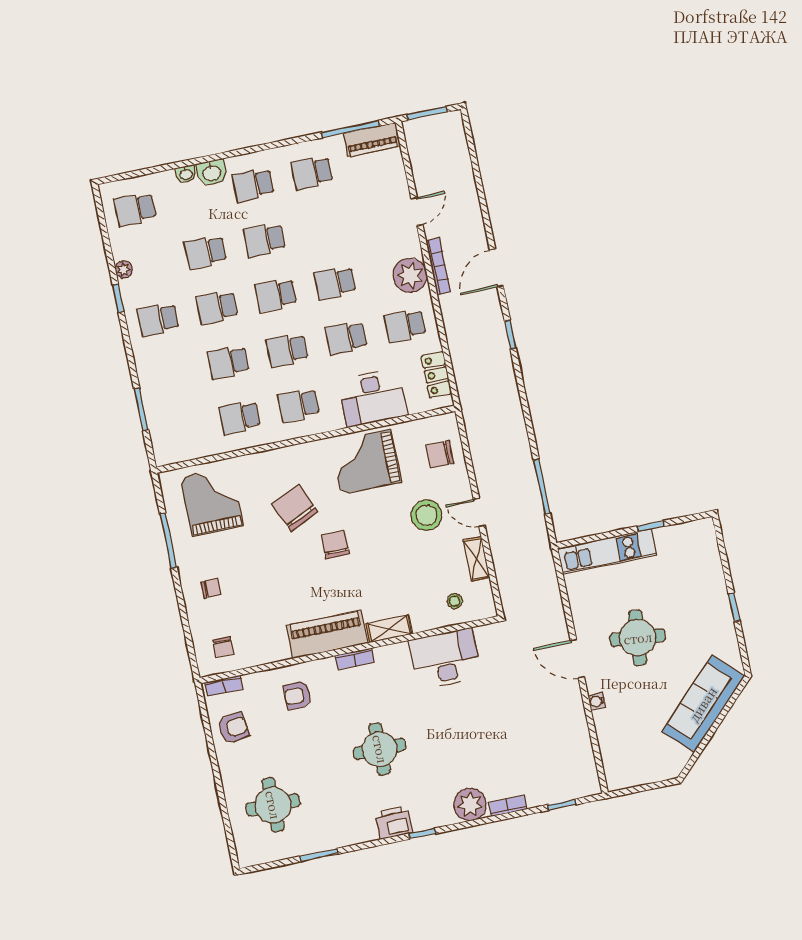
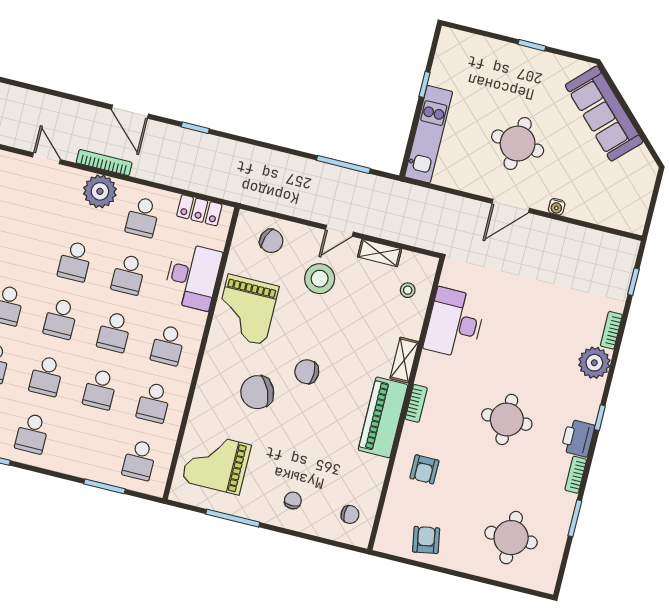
school desk: (181, 430) -> (139, 460), added
chair: (440, 454) -> (271, 241), turned -71
bookcase: (224, 686) -> (576, 475), moved, turned 180

